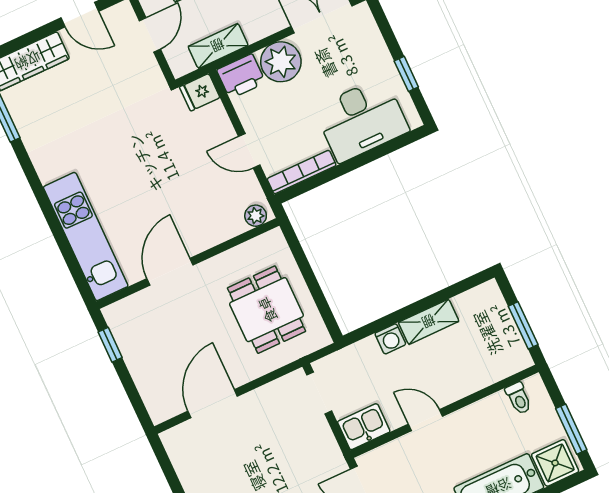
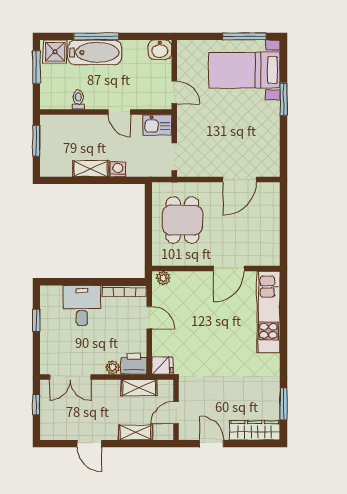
plant: (281, 62) -> (113, 367), width x0.53, depth x0.53
desk: (361, 119) -> (82, 306), width x0.73
window: (110, 345) -> (284, 242), removed
toilet: (519, 398) -> (78, 100), moved

